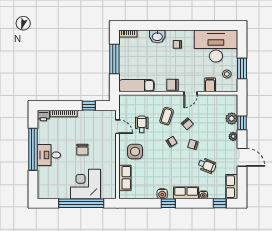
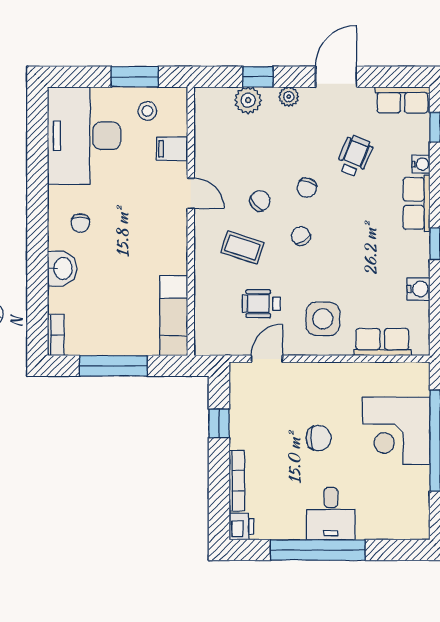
chair: (172, 85) -> (171, 234), removed
water cooler: (162, 194) -> (419, 289), moved

